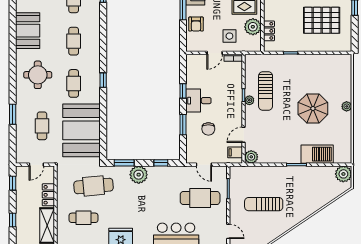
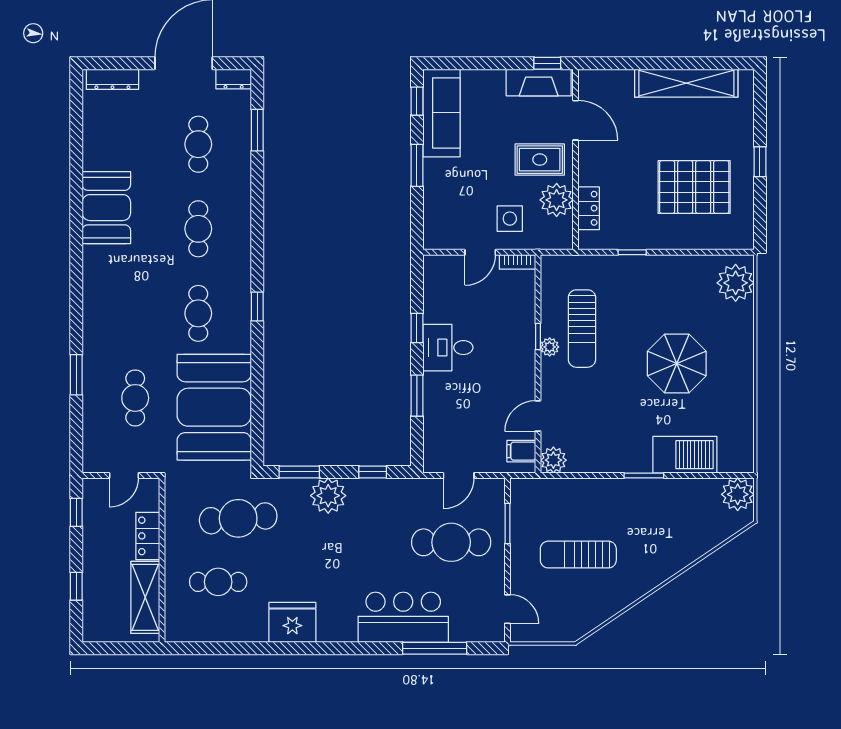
armchair: (196, 24) -> (443, 195), removed
round table: (38, 75) -> (127, 296), removed
plant: (347, 106) -> (736, 283), moved, width x1.88, depth x1.88
chair: (208, 129) -> (468, 404), removed
door: (204, 165) -> (459, 476), hinge flipped

